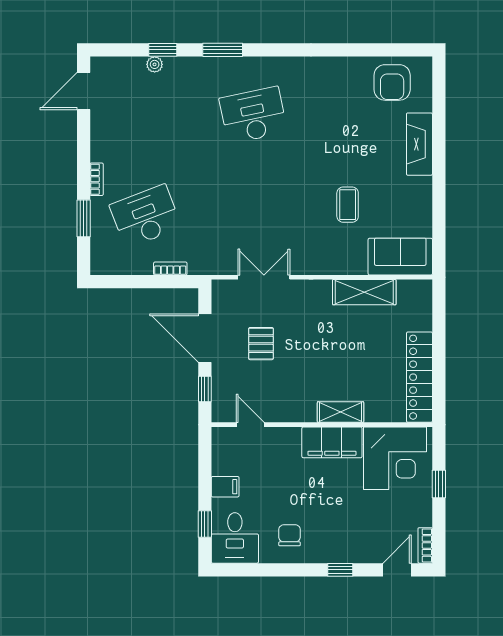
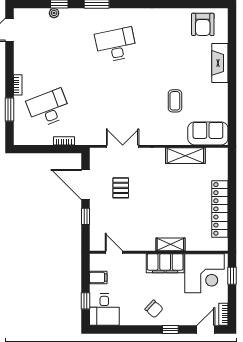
shelving: (341, 412) -> (170, 244), moved
door: (250, 425) -> (114, 252), moved
wall: (322, 425) -> (159, 252), moved
filing cabinet: (332, 442) -> (165, 263), moved
corner desk: (395, 458) -> (205, 273), moved
chair: (290, 535) -> (154, 309), moved, turned 133

